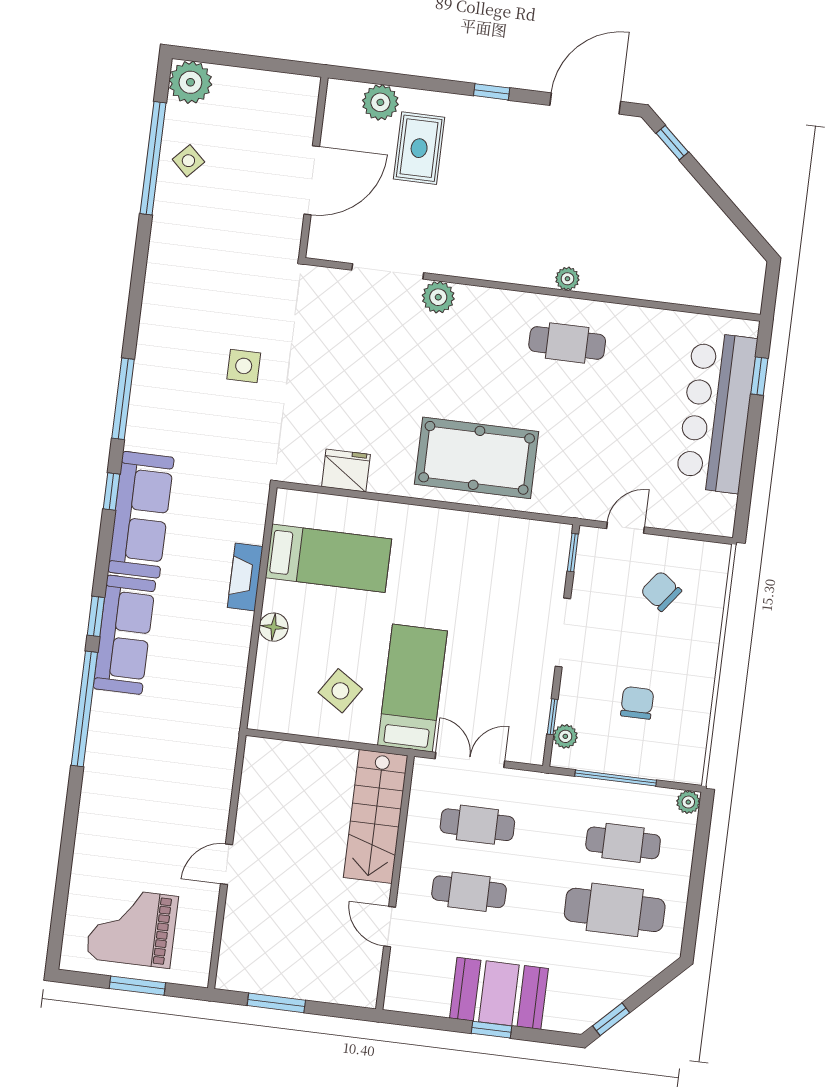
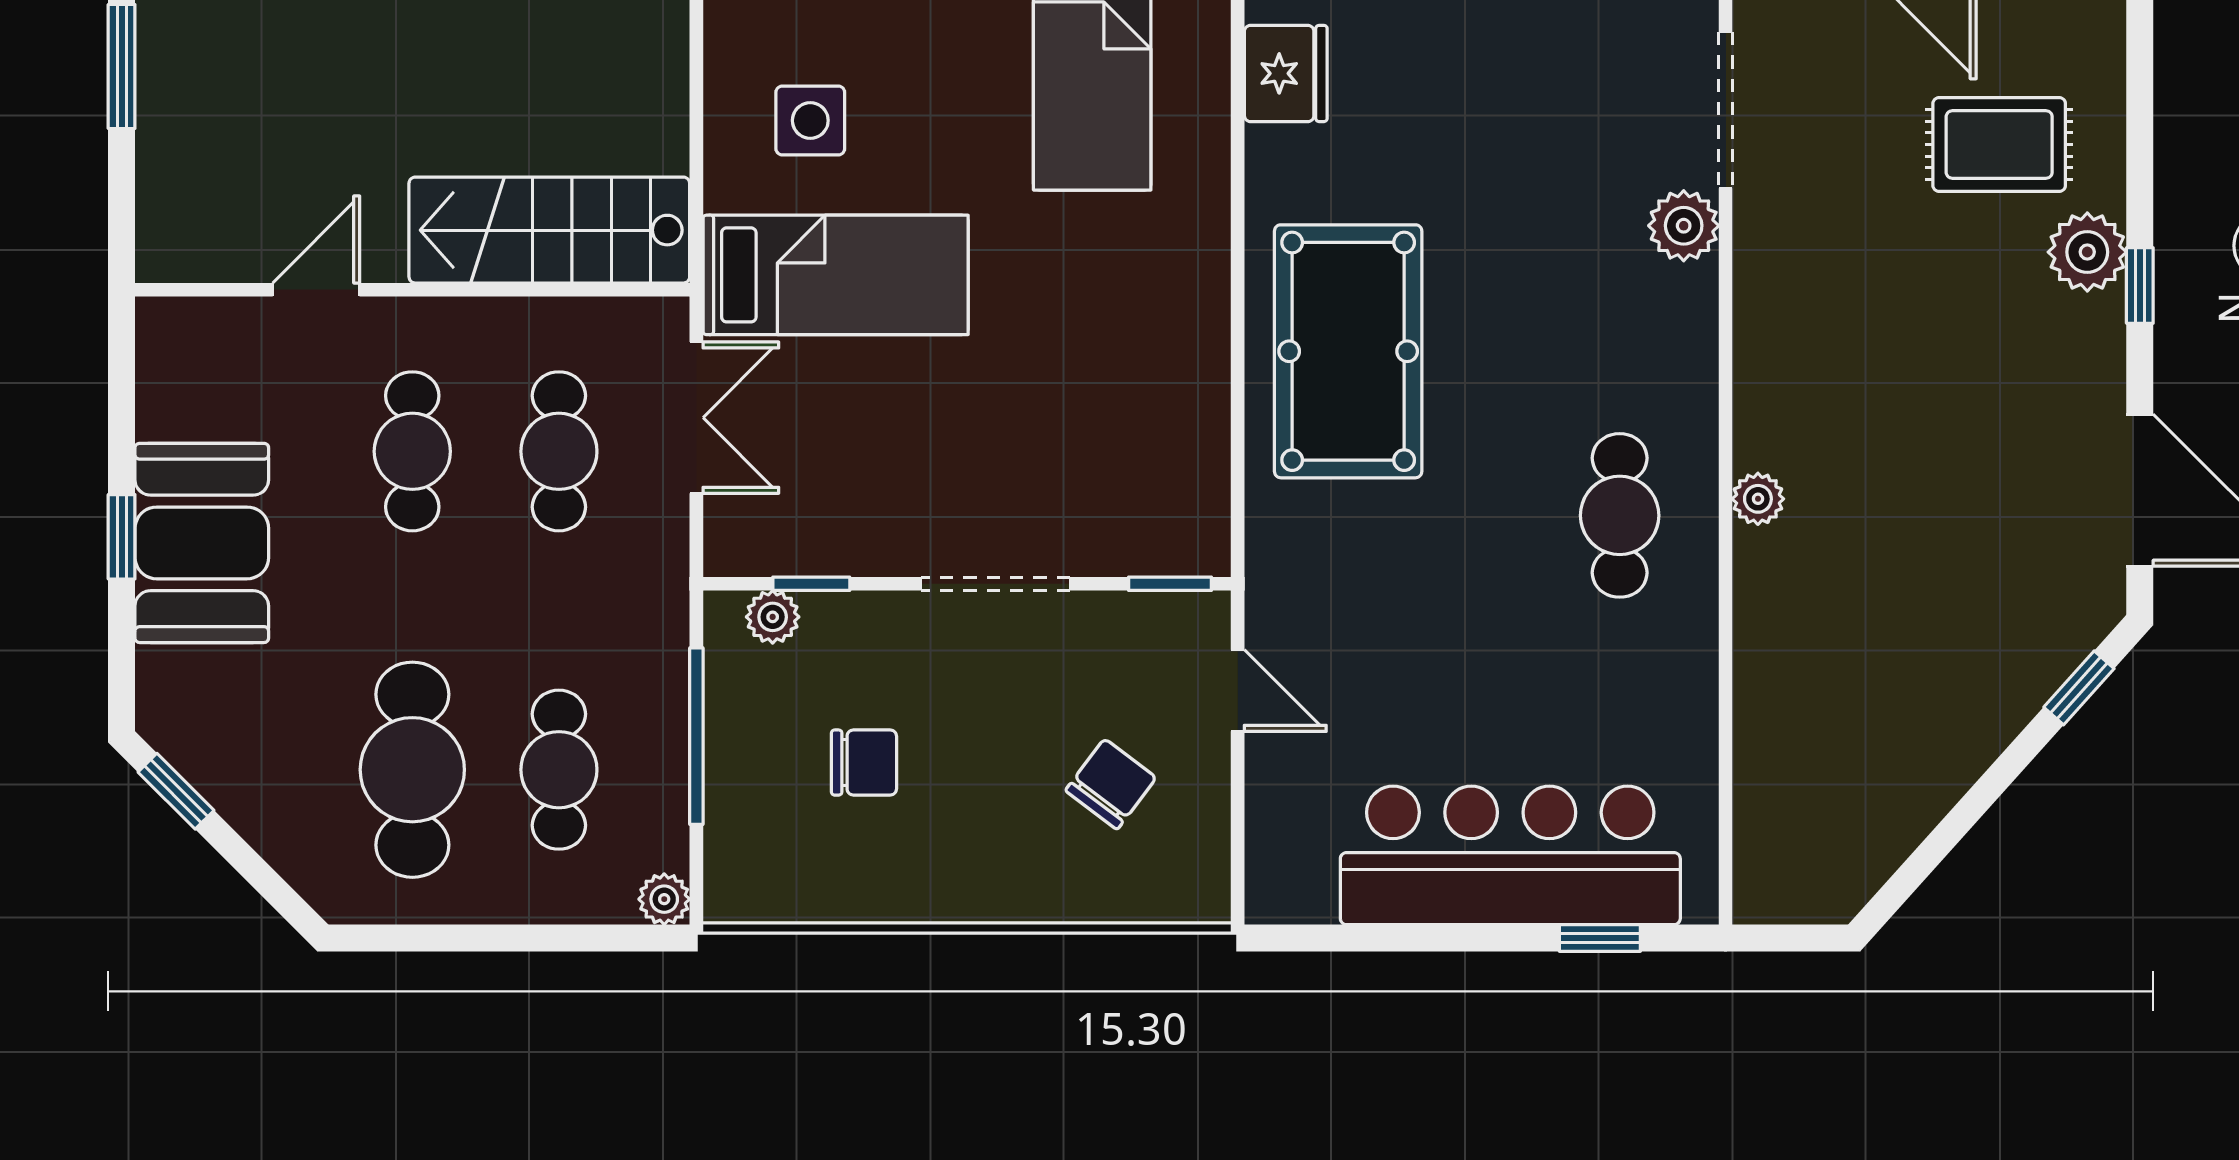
plant: (380, 102) -> (2087, 252), moved
side table: (340, 691) -> (810, 120), turned -33

